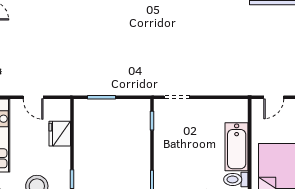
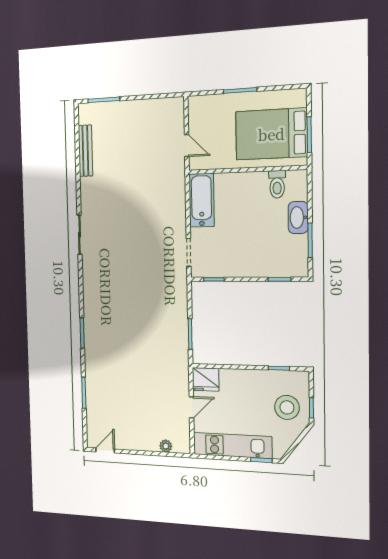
fridge: (60, 134) -> (206, 379), moved
bathtub: (237, 147) -> (202, 200), moved, turned -90

